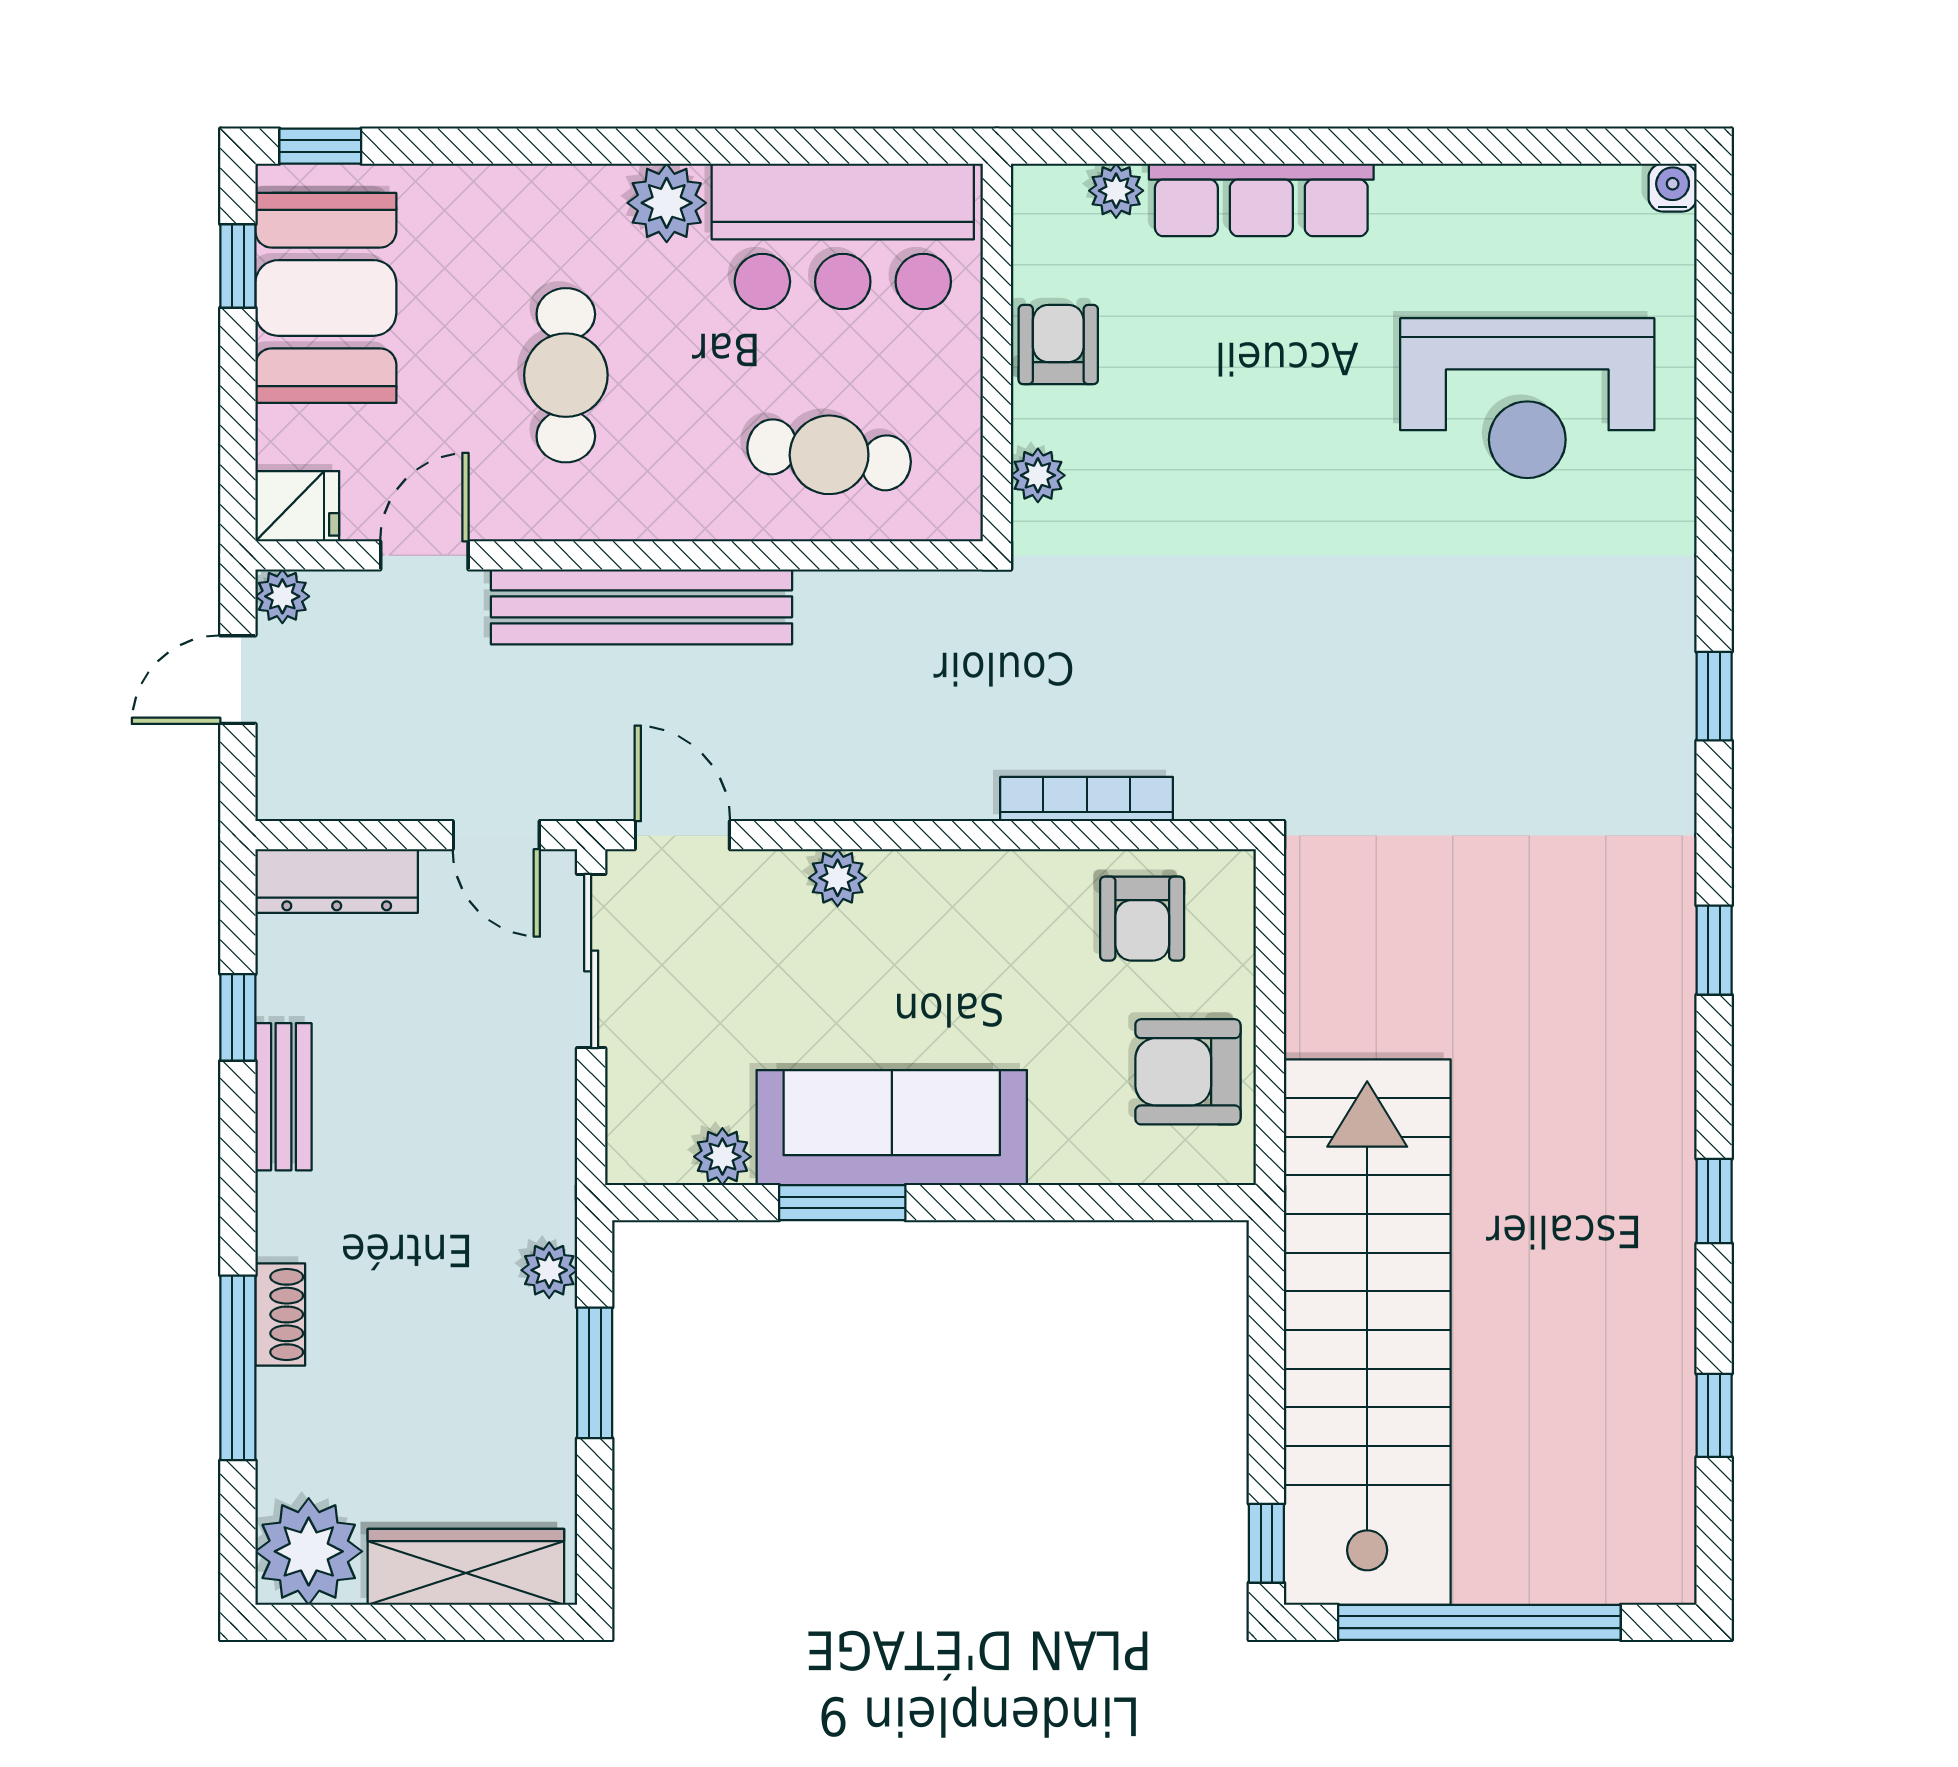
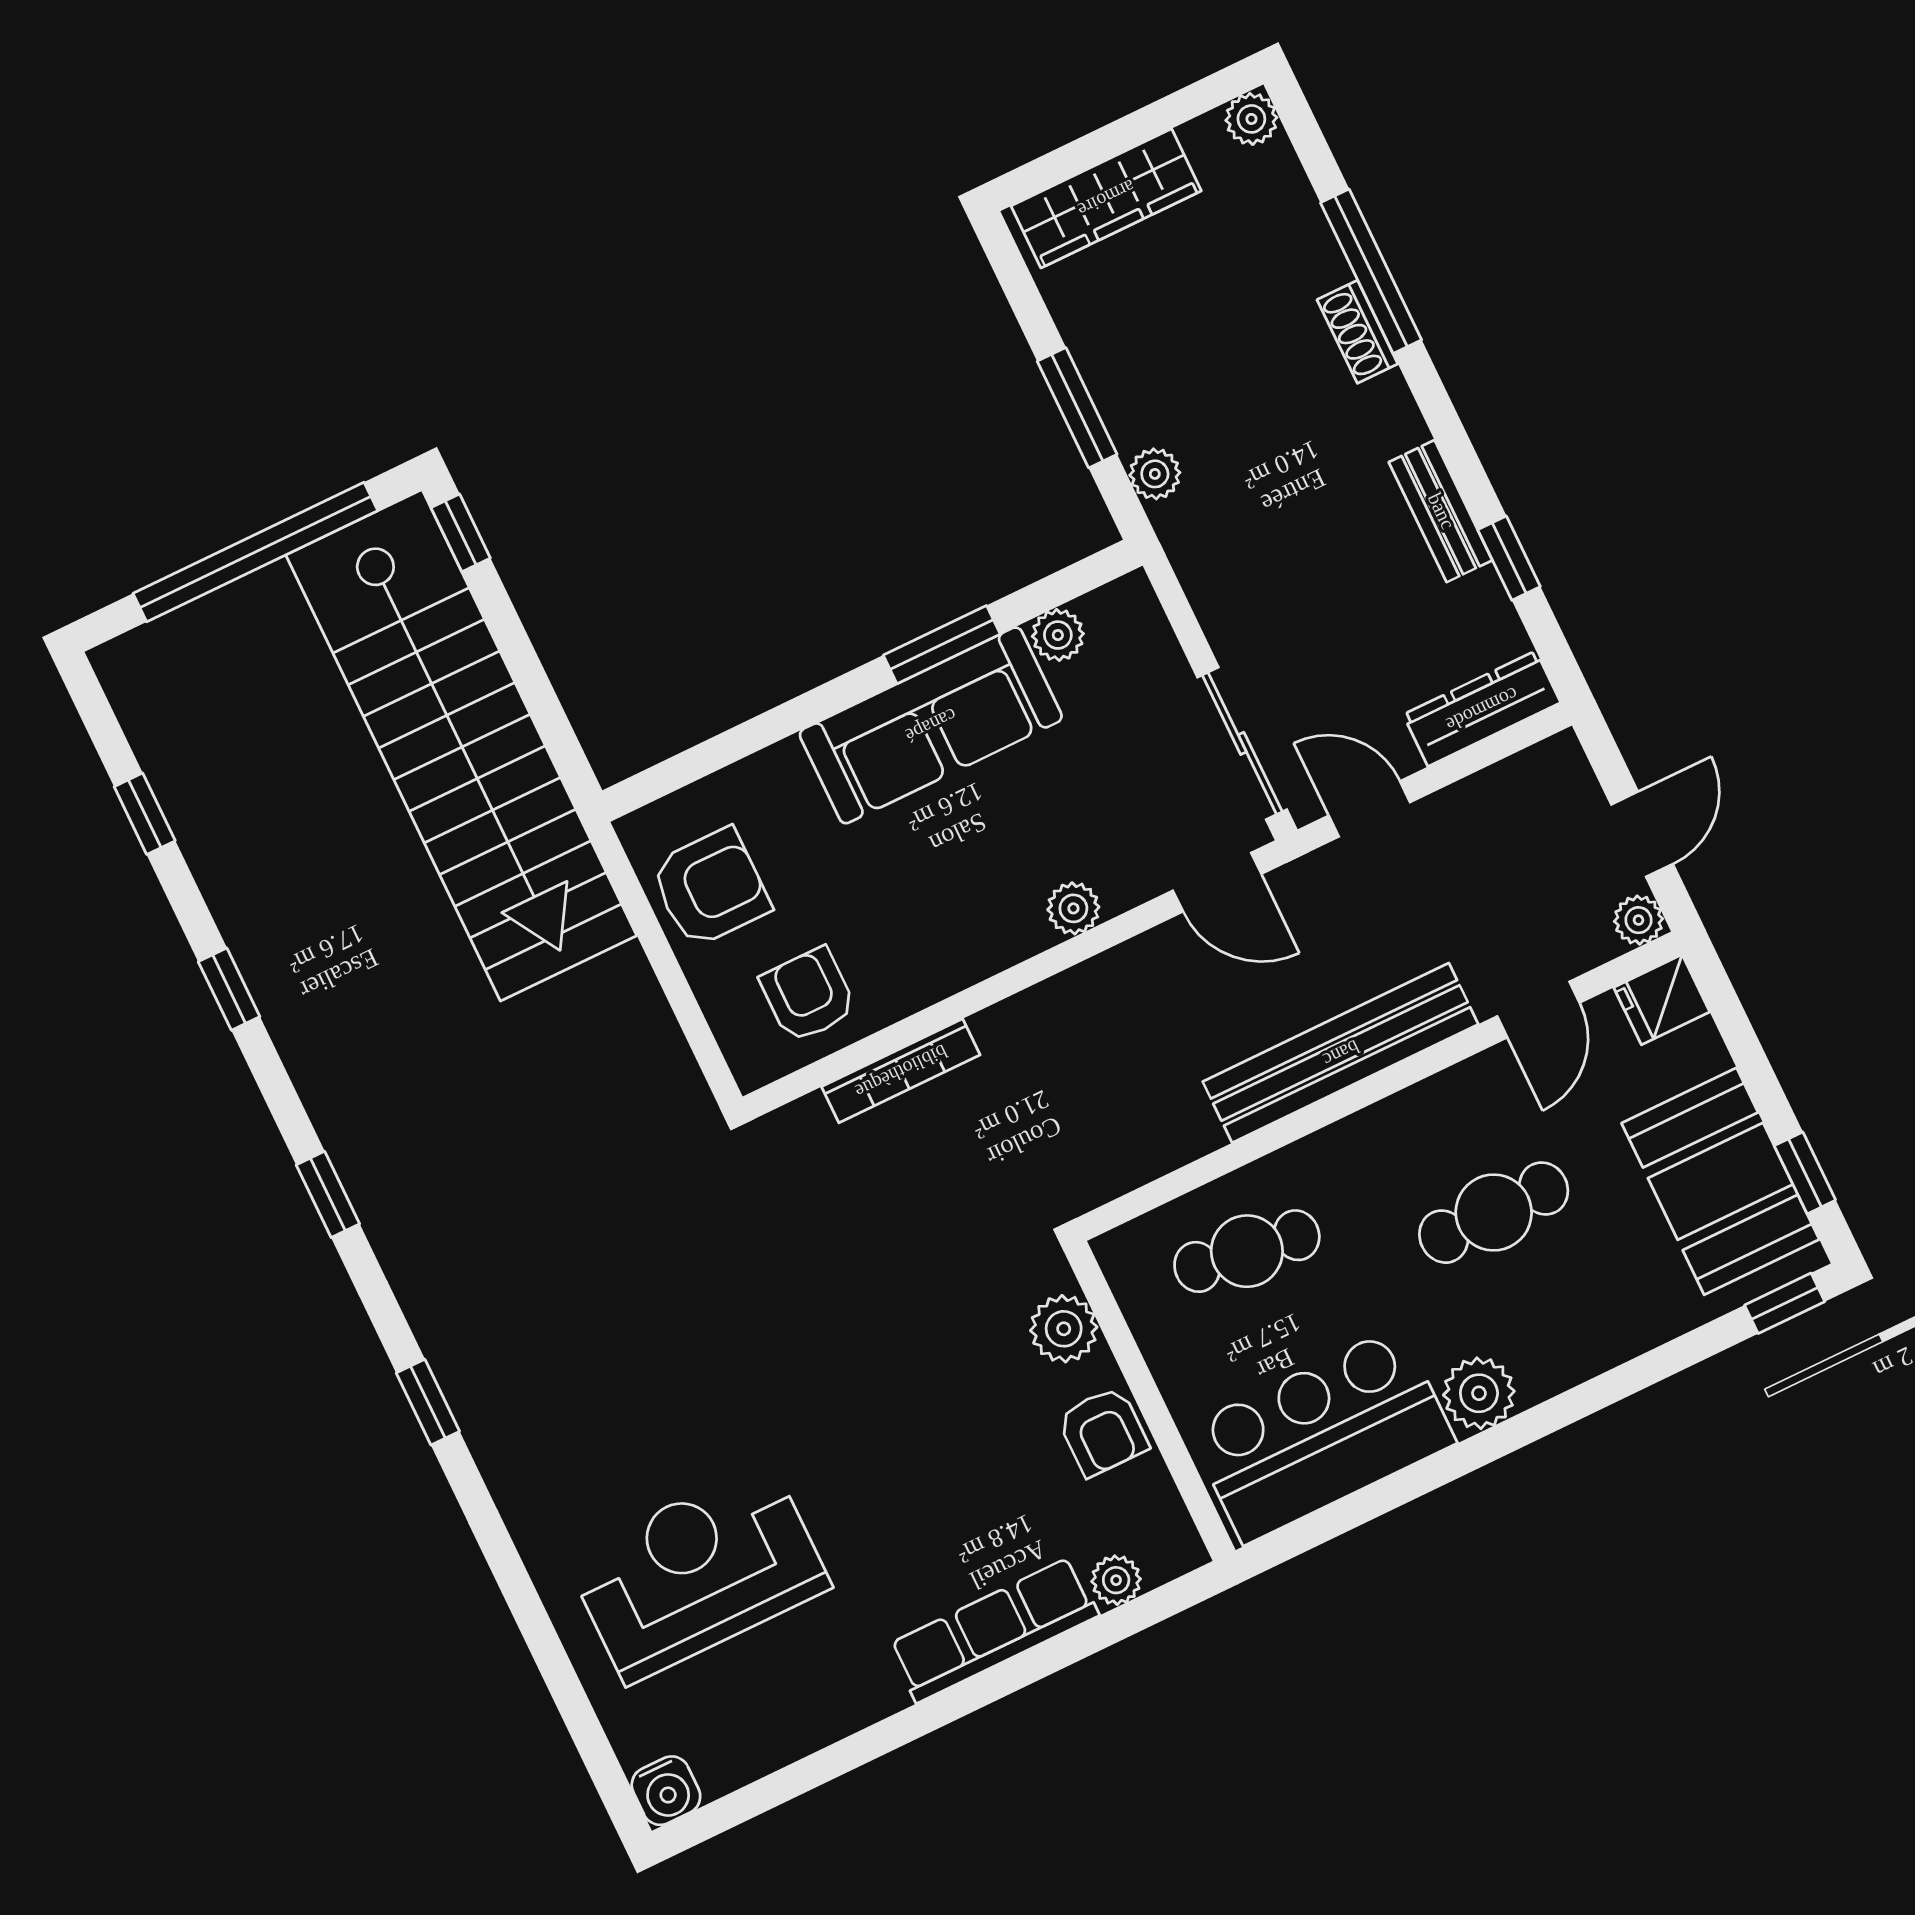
water cooler: (1673, 188) -> (666, 1791), width x1.38, depth x1.38
cafe table: (566, 375) -> (1494, 1213), turned 90
plant: (1038, 475) -> (1064, 1329), width x1.38, depth x1.38
plant: (309, 1551) -> (1251, 119), width x0.53, depth x0.53

